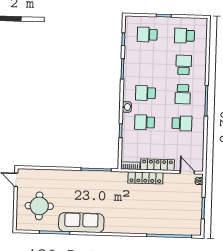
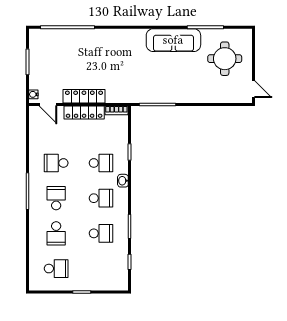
school desk: (147, 35) -> (101, 233), moved
locker: (145, 178) -> (84, 96), moved

